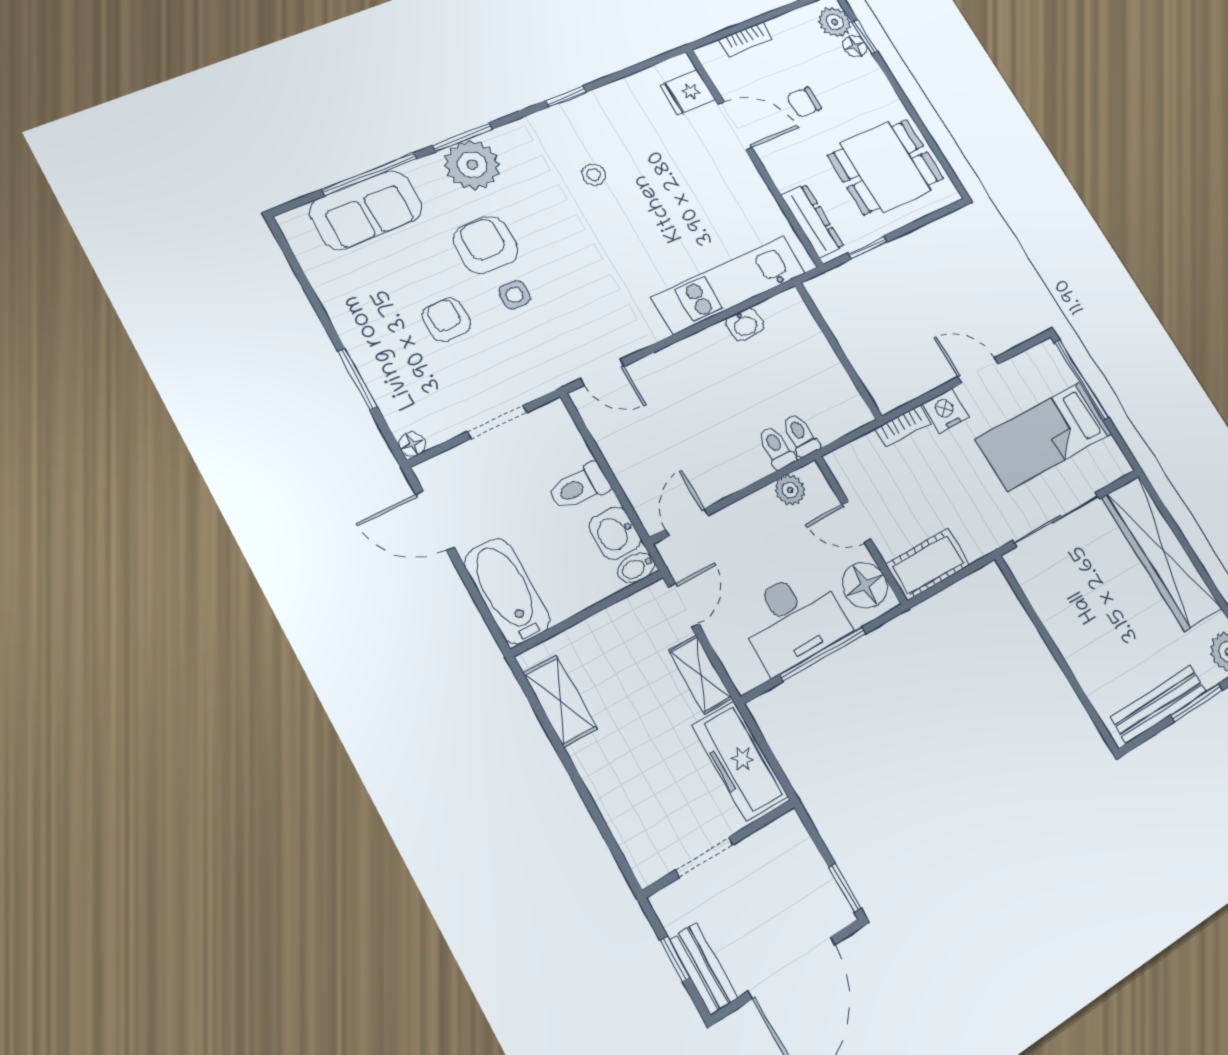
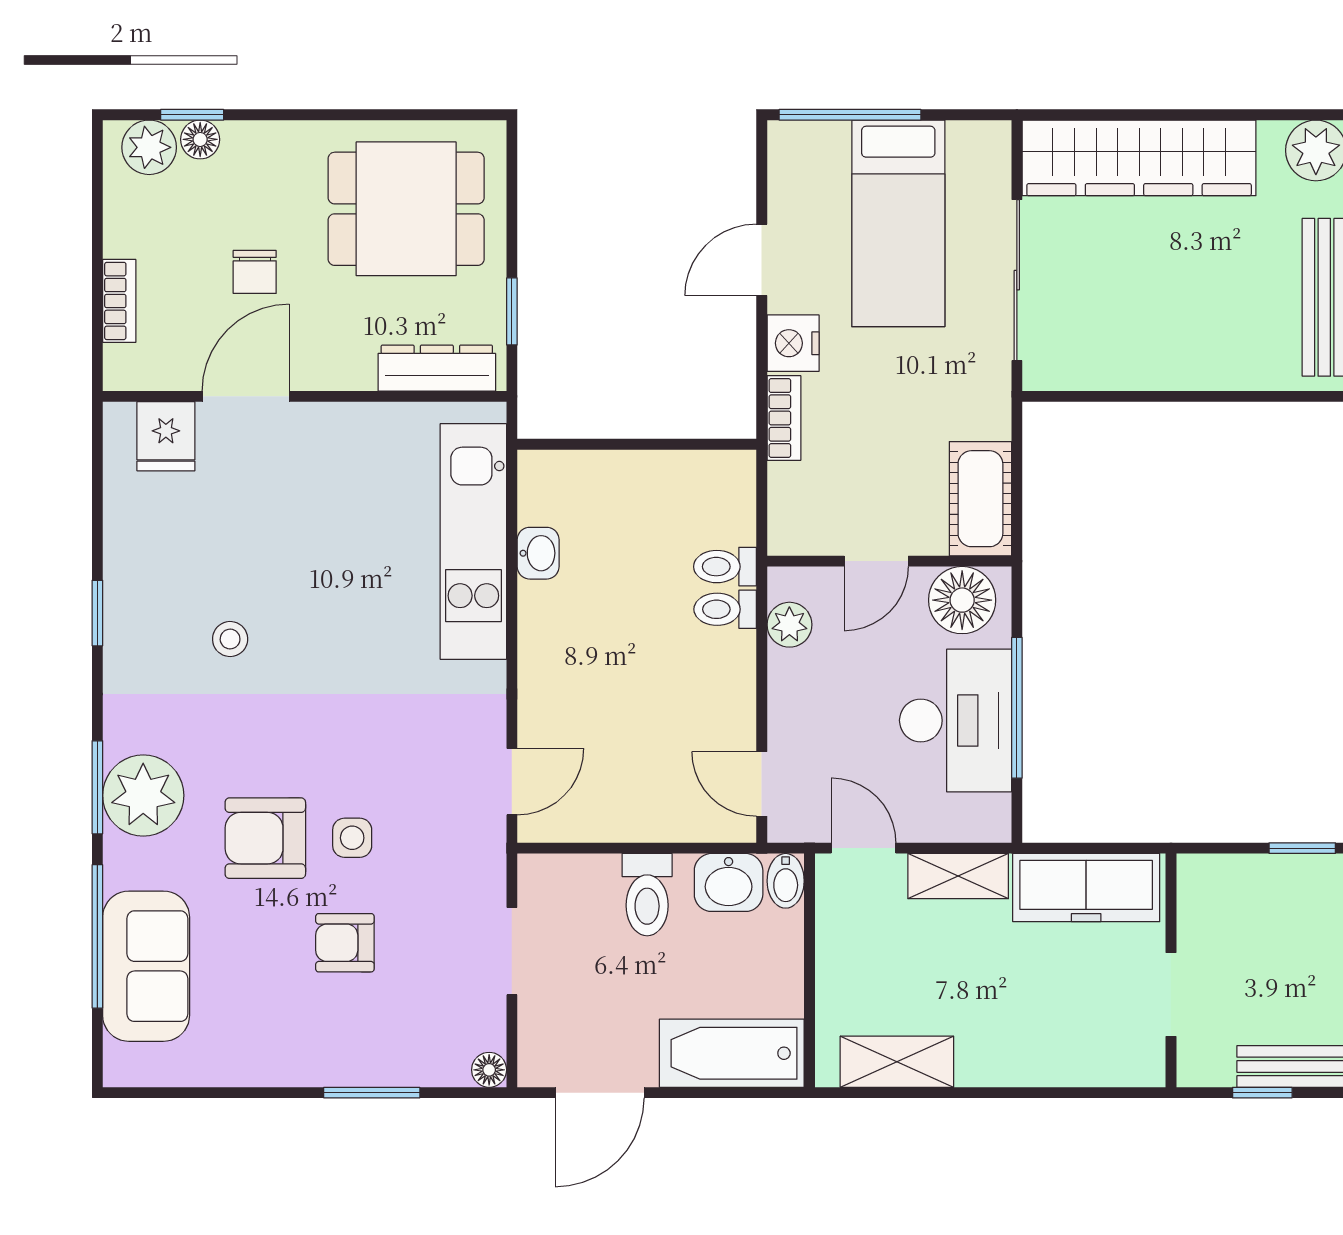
dining table: (886, 167) -> (406, 209), turned 90

